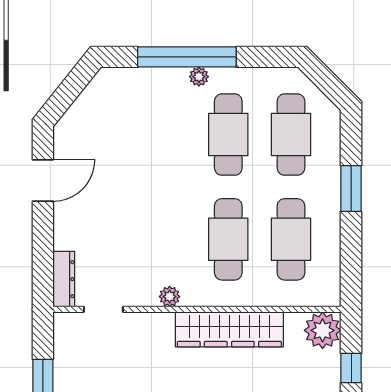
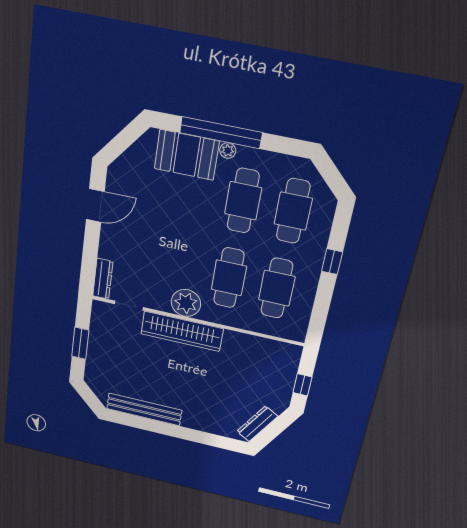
booth: (150, 92) -> (187, 155), added
window: (351, 188) -> (332, 262), width x0.67
plant: (170, 297) -> (186, 303), width x1.88, depth x1.88
wardrobe: (229, 329) -> (182, 331), moved
plant: (323, 330) -> (287, 356), removed

